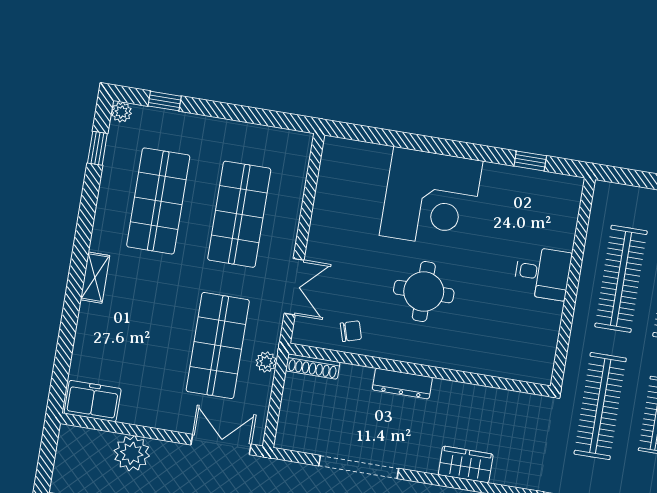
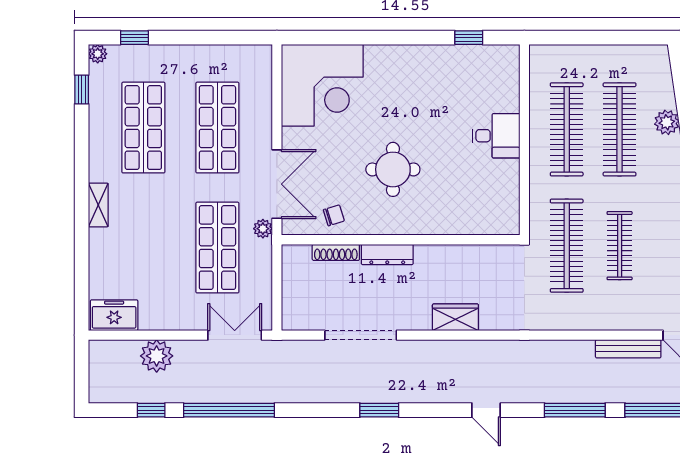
corner desk: (431, 198) -> (322, 85), moved
double door: (294, 287) -> (277, 184), width x1.37
plant: (266, 362) -> (263, 229), moved
shoe rack: (313, 366) -> (336, 252), moved

